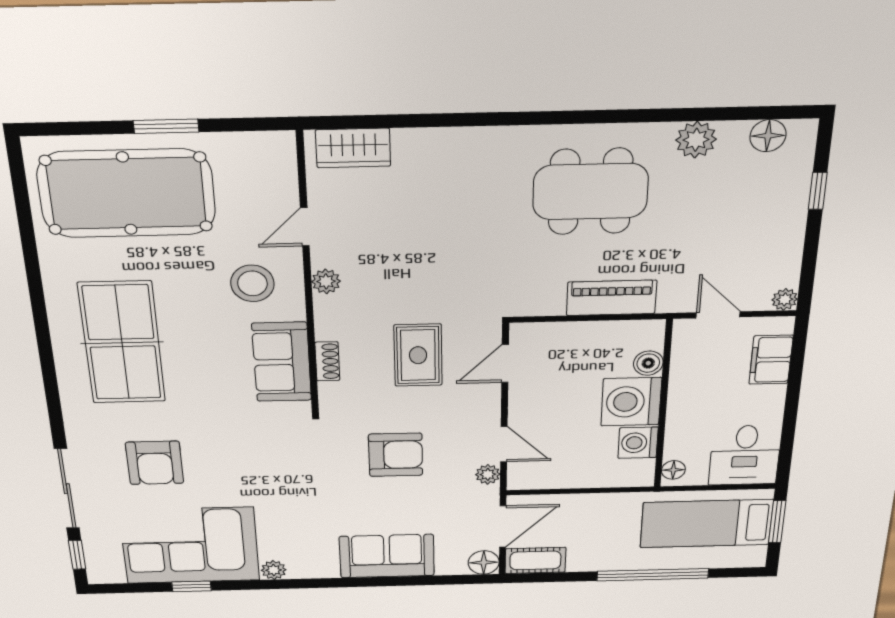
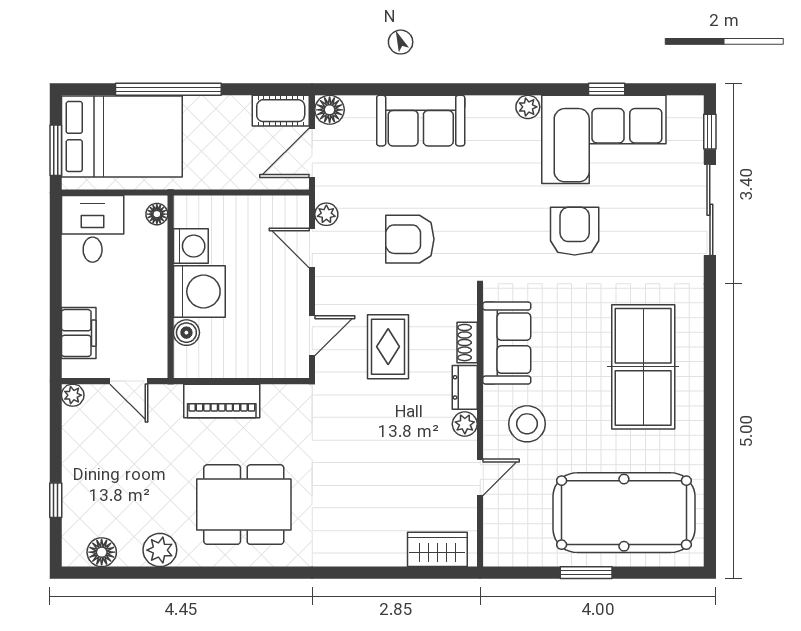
dresser: (328, 318) -> (465, 387), added
armchair: (155, 463) -> (575, 231), moved
bed: (706, 524) -> (122, 137), width x1.50

